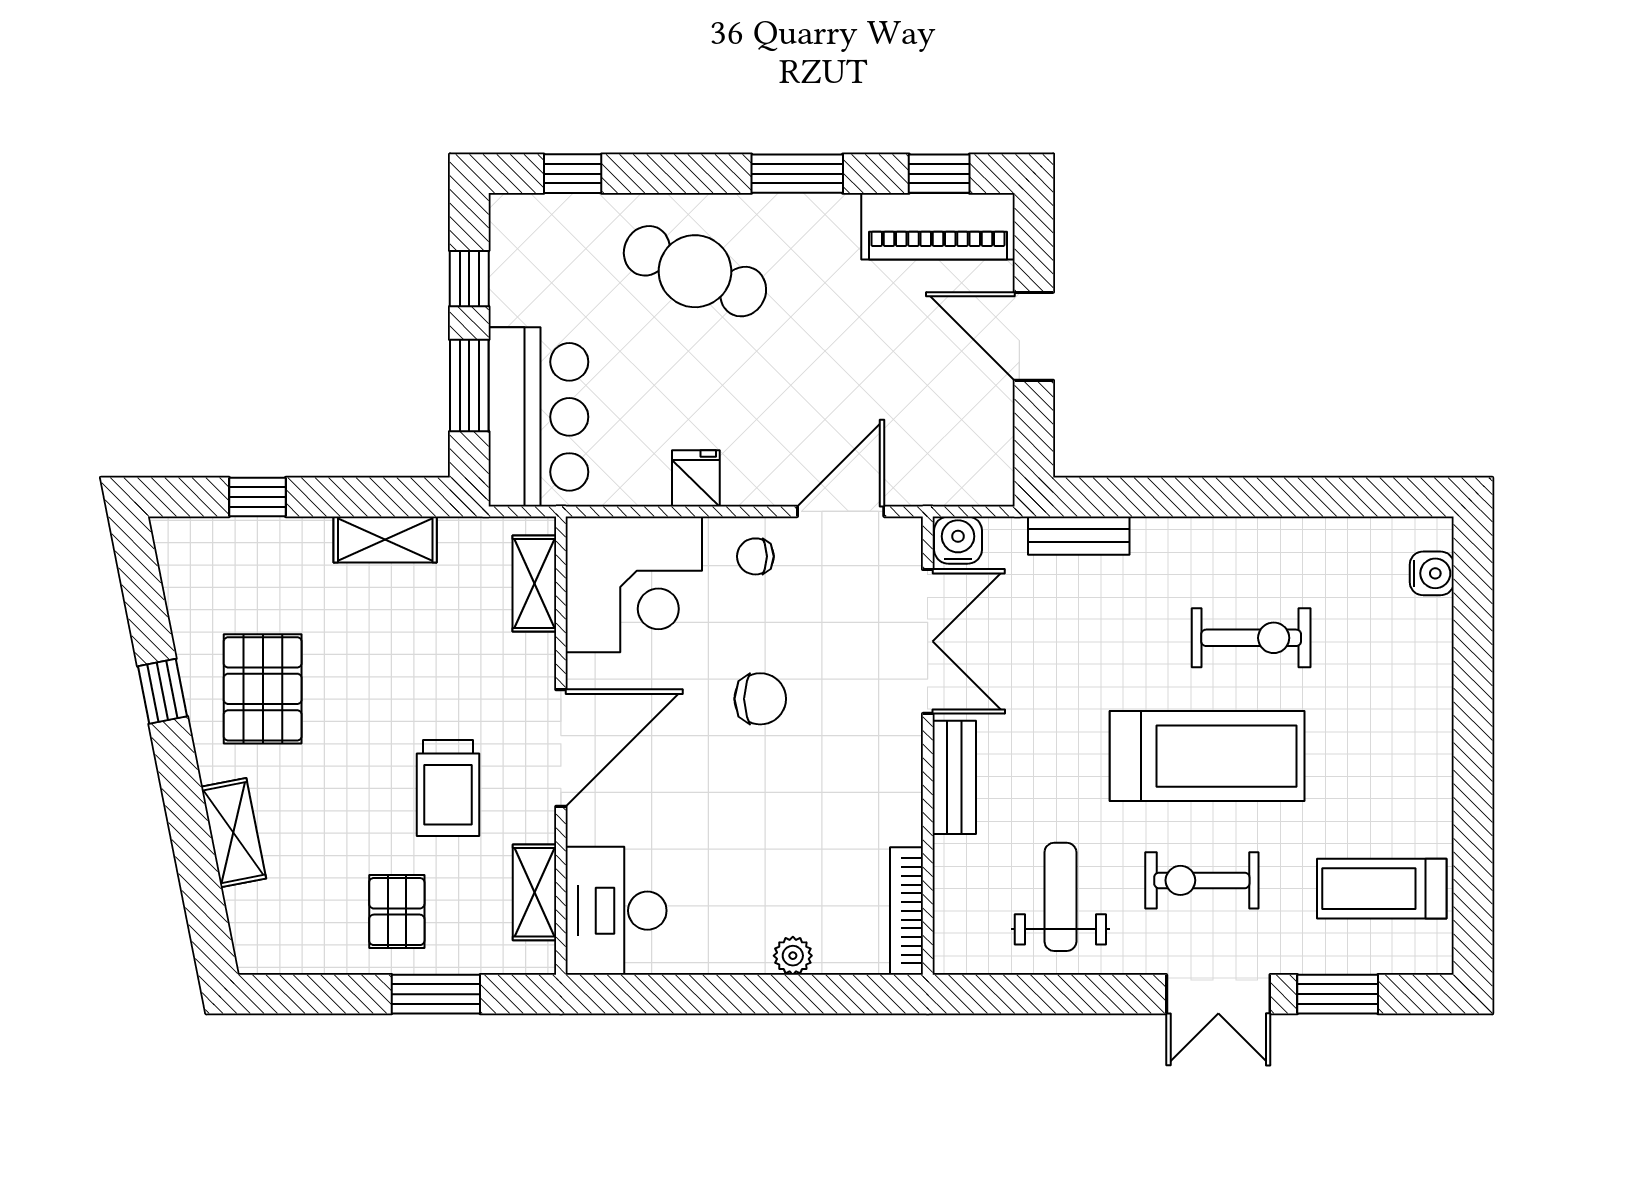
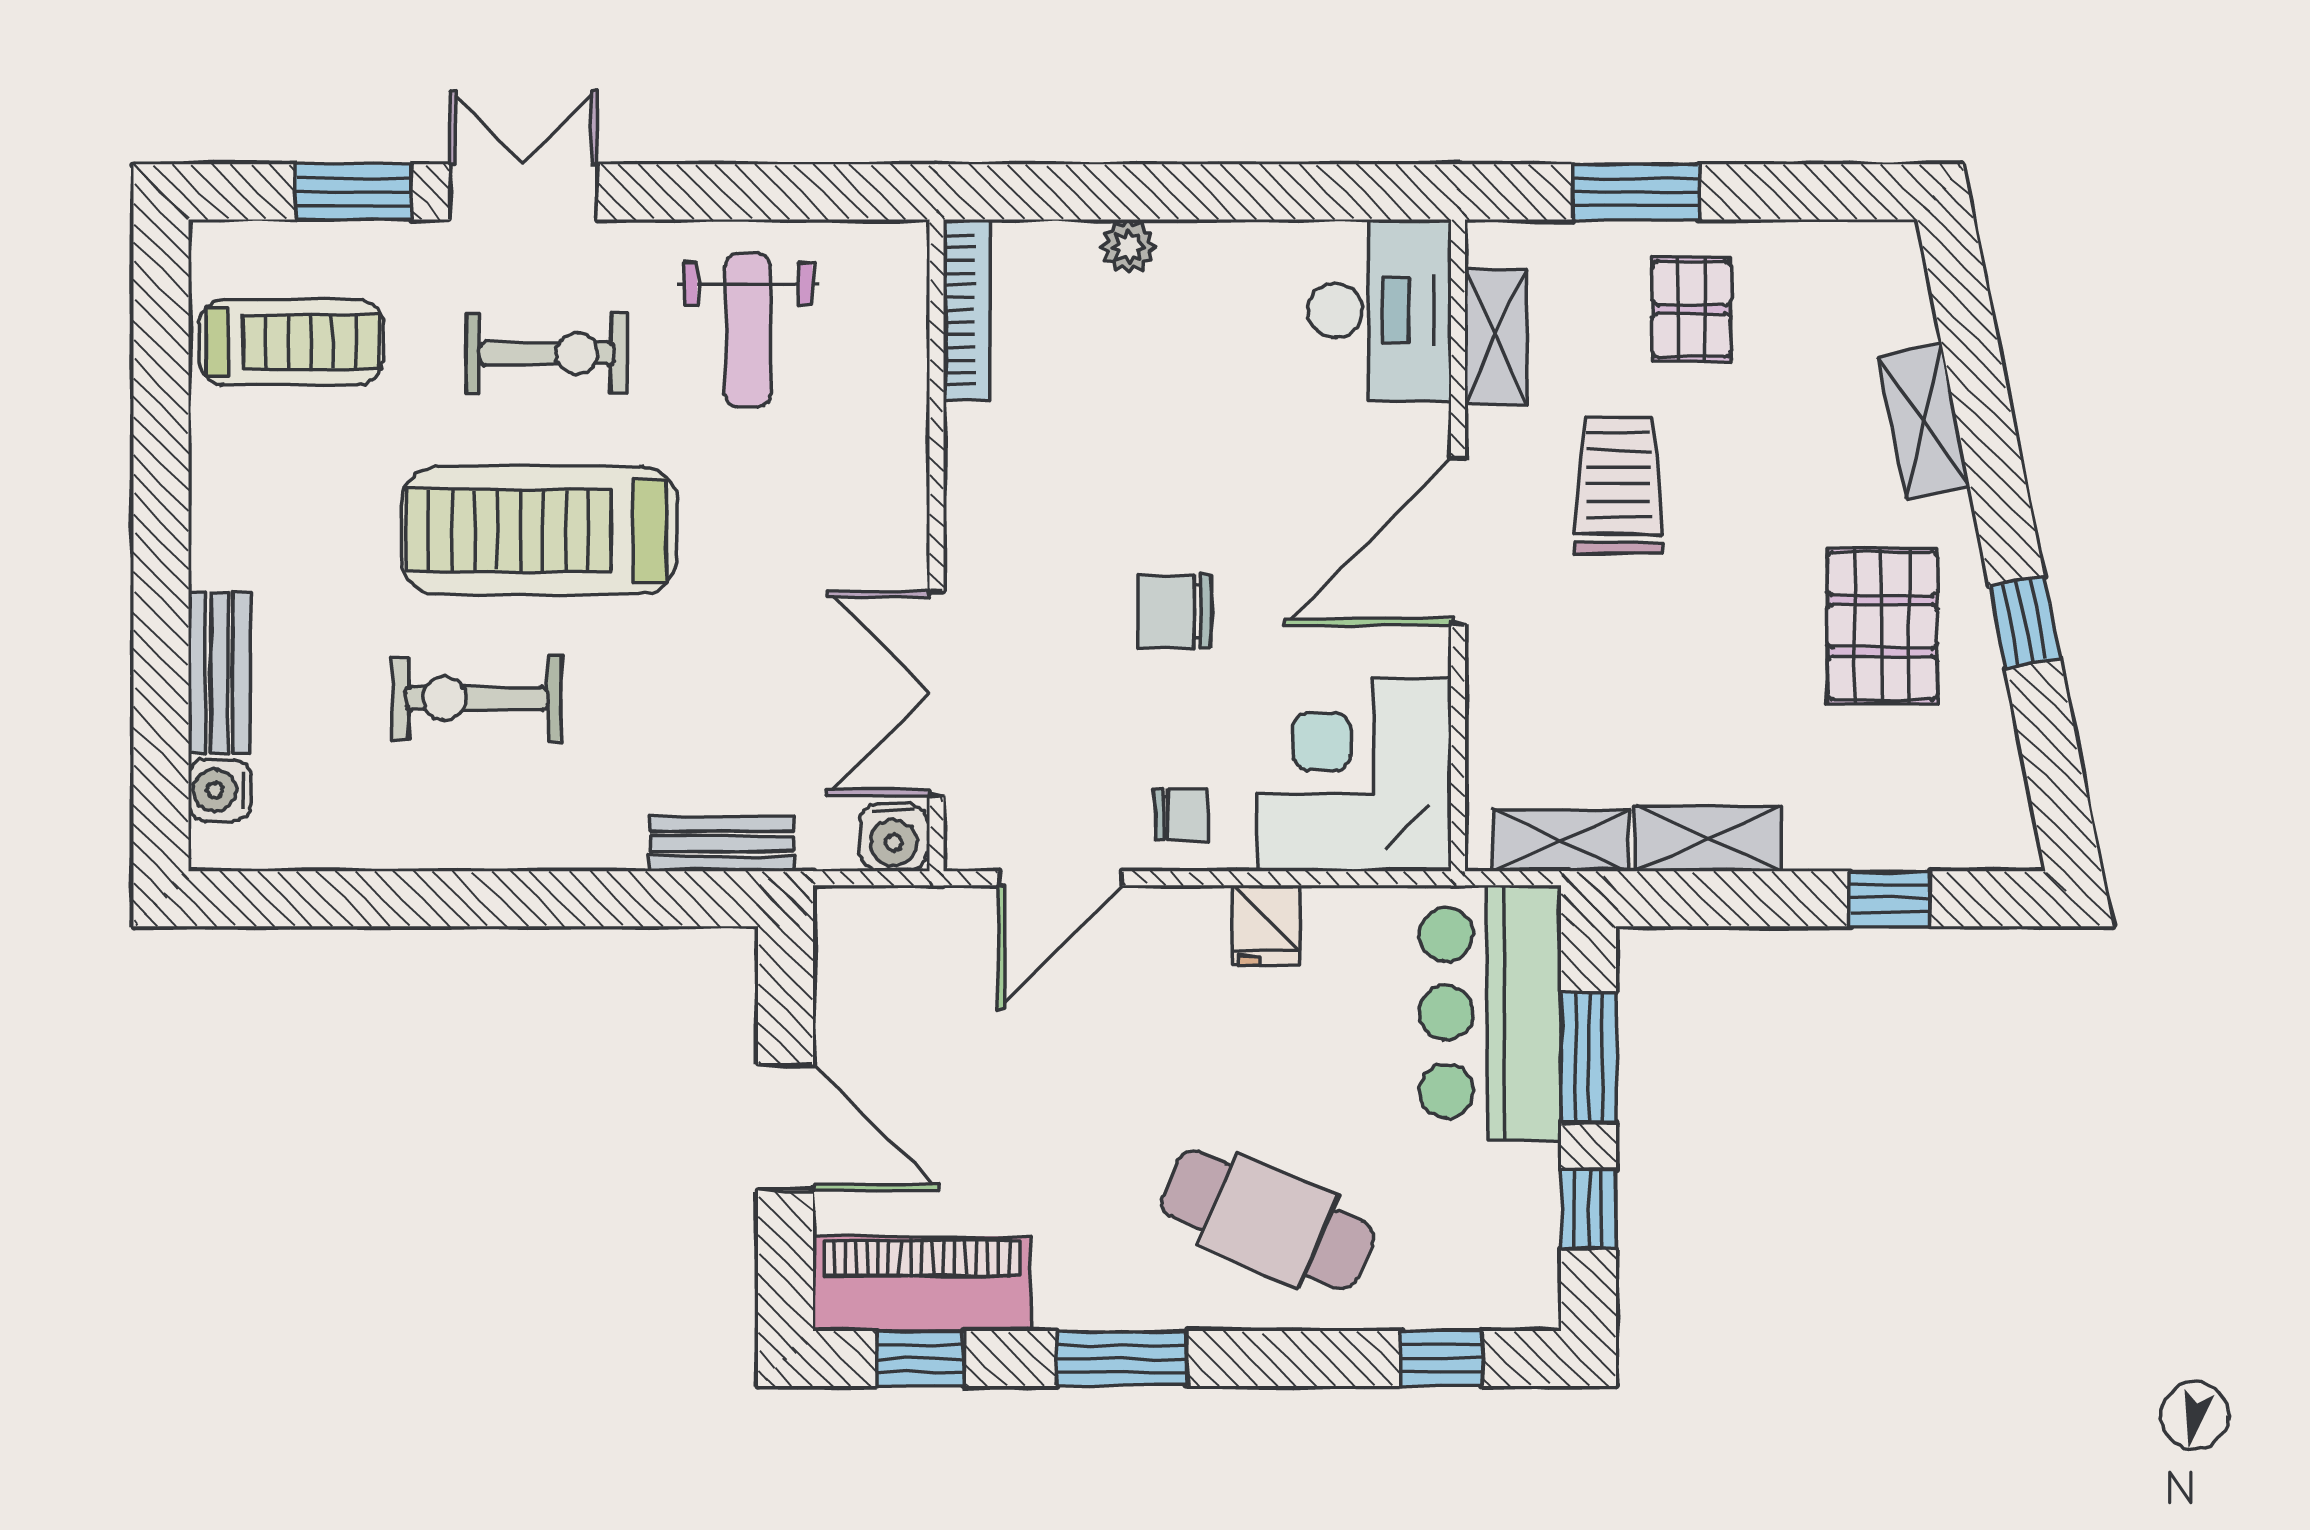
shelving: (534, 584) -> (1561, 840), moved, turned 90
bench: (954, 777) -> (219, 673), moved

